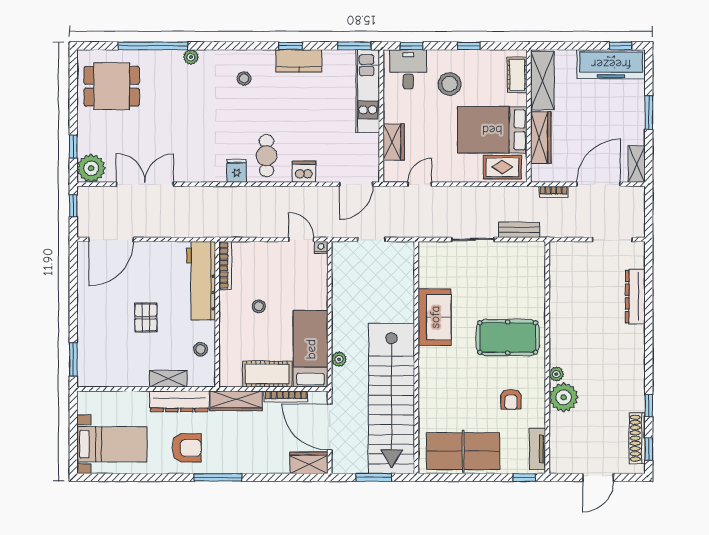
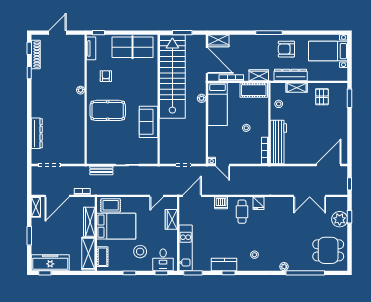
plant: (91, 168) -> (340, 219), moved
pallet: (146, 317) -> (322, 97), moved
cot: (267, 374) -> (254, 90), moved
plant: (564, 397) -> (77, 77), removed
wardrobe: (236, 401) -> (259, 75), width x0.67

